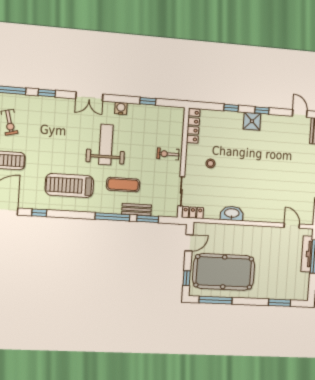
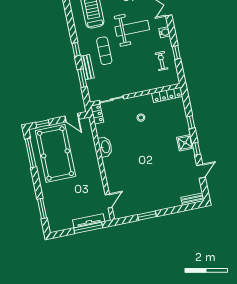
door: (300, 113) -> (201, 171), moved
exercise bike: (168, 154) -> (162, 61), moved
window: (112, 217) -> (76, 49), width x0.46

